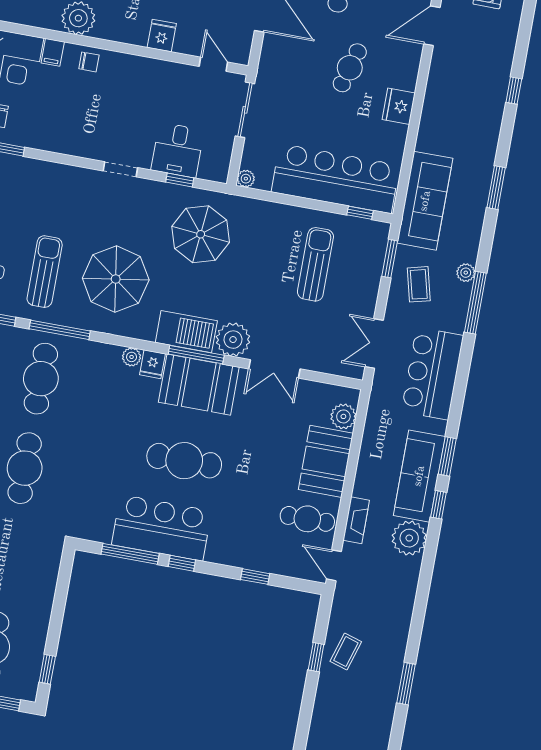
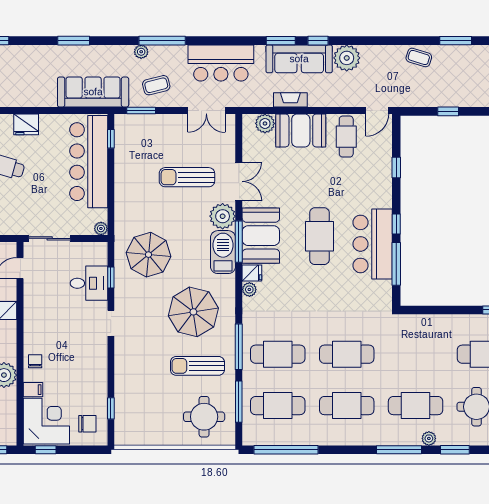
sun lounger: (315, 264) -> (187, 177), moved
fireplace: (356, 520) -> (290, 100), moved
coffee table: (346, 652) -> (419, 57), moved

